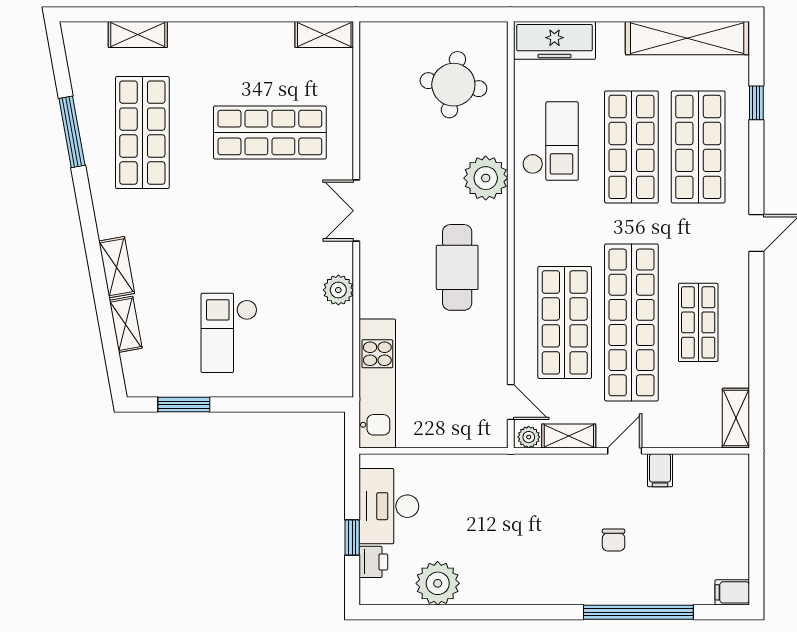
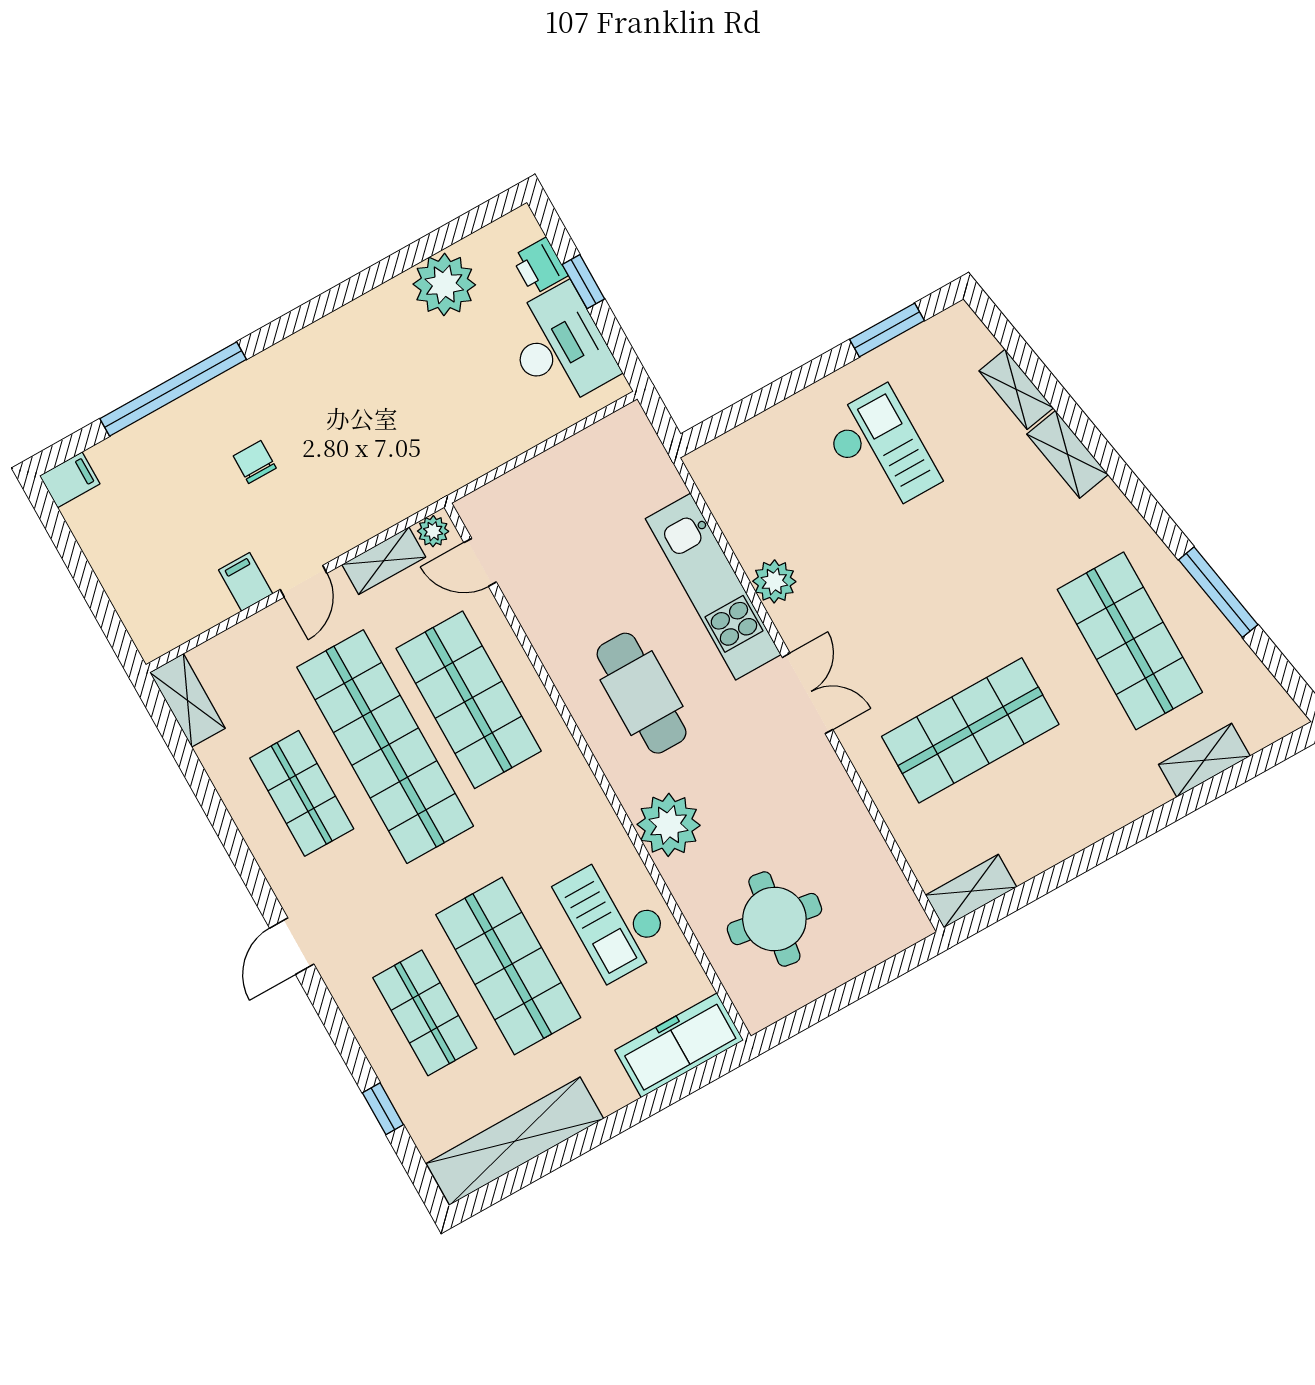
shop shelf: (698, 147) -> (425, 1013), width x0.70, depth x0.74
kitchen unit: (377, 383) -> (713, 587), moved

